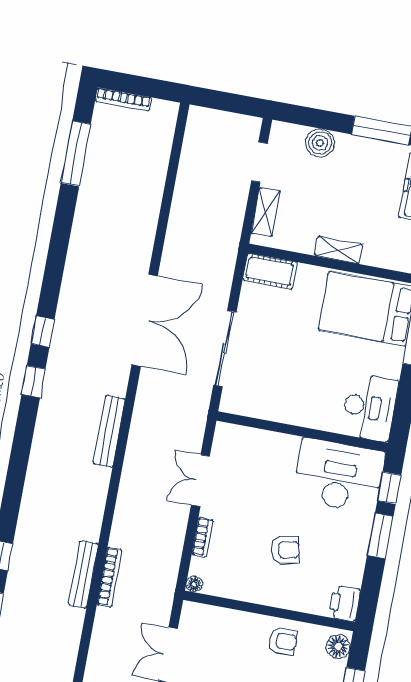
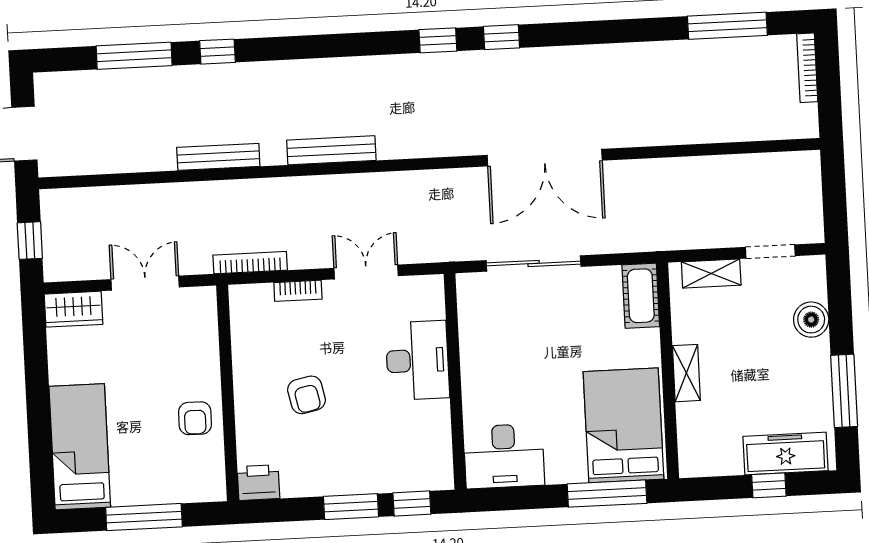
bench: (109, 431) -> (331, 150), moved
desk: (339, 476) -> (417, 360), moved, width x0.73, depth x0.77
bookcase: (109, 577) -> (250, 263), moved, turned 180
floor lamp: (194, 584) -> (238, 294), removed
floor lamp: (338, 646) -> (204, 487), removed

